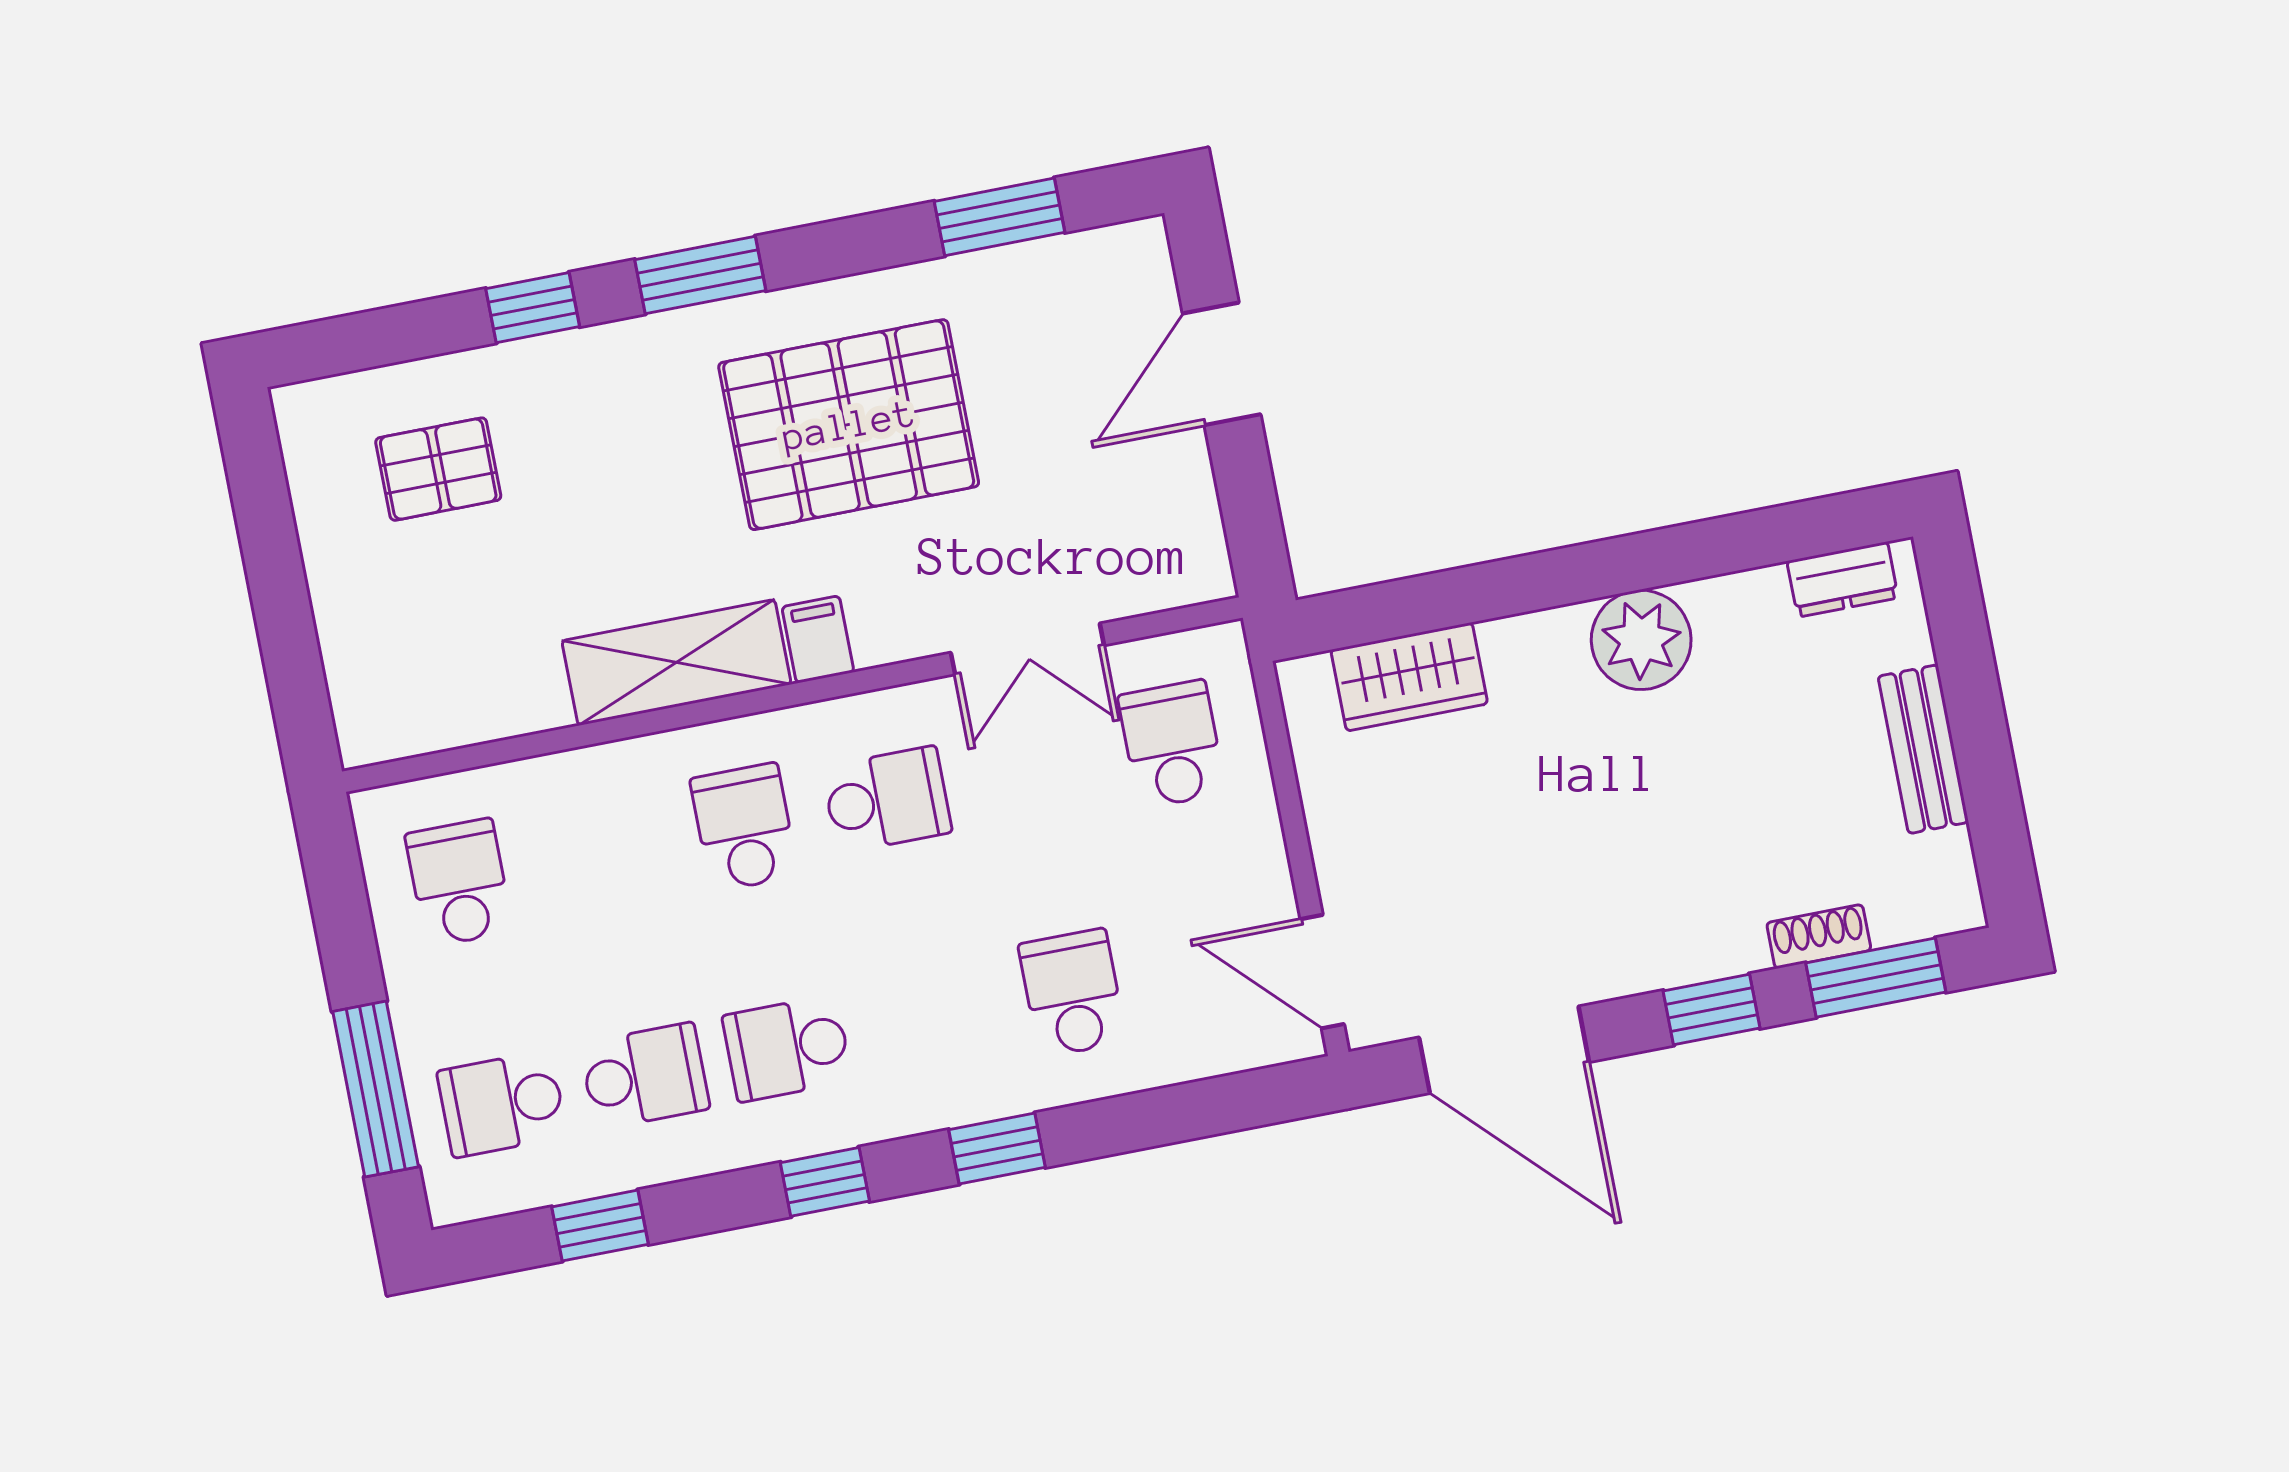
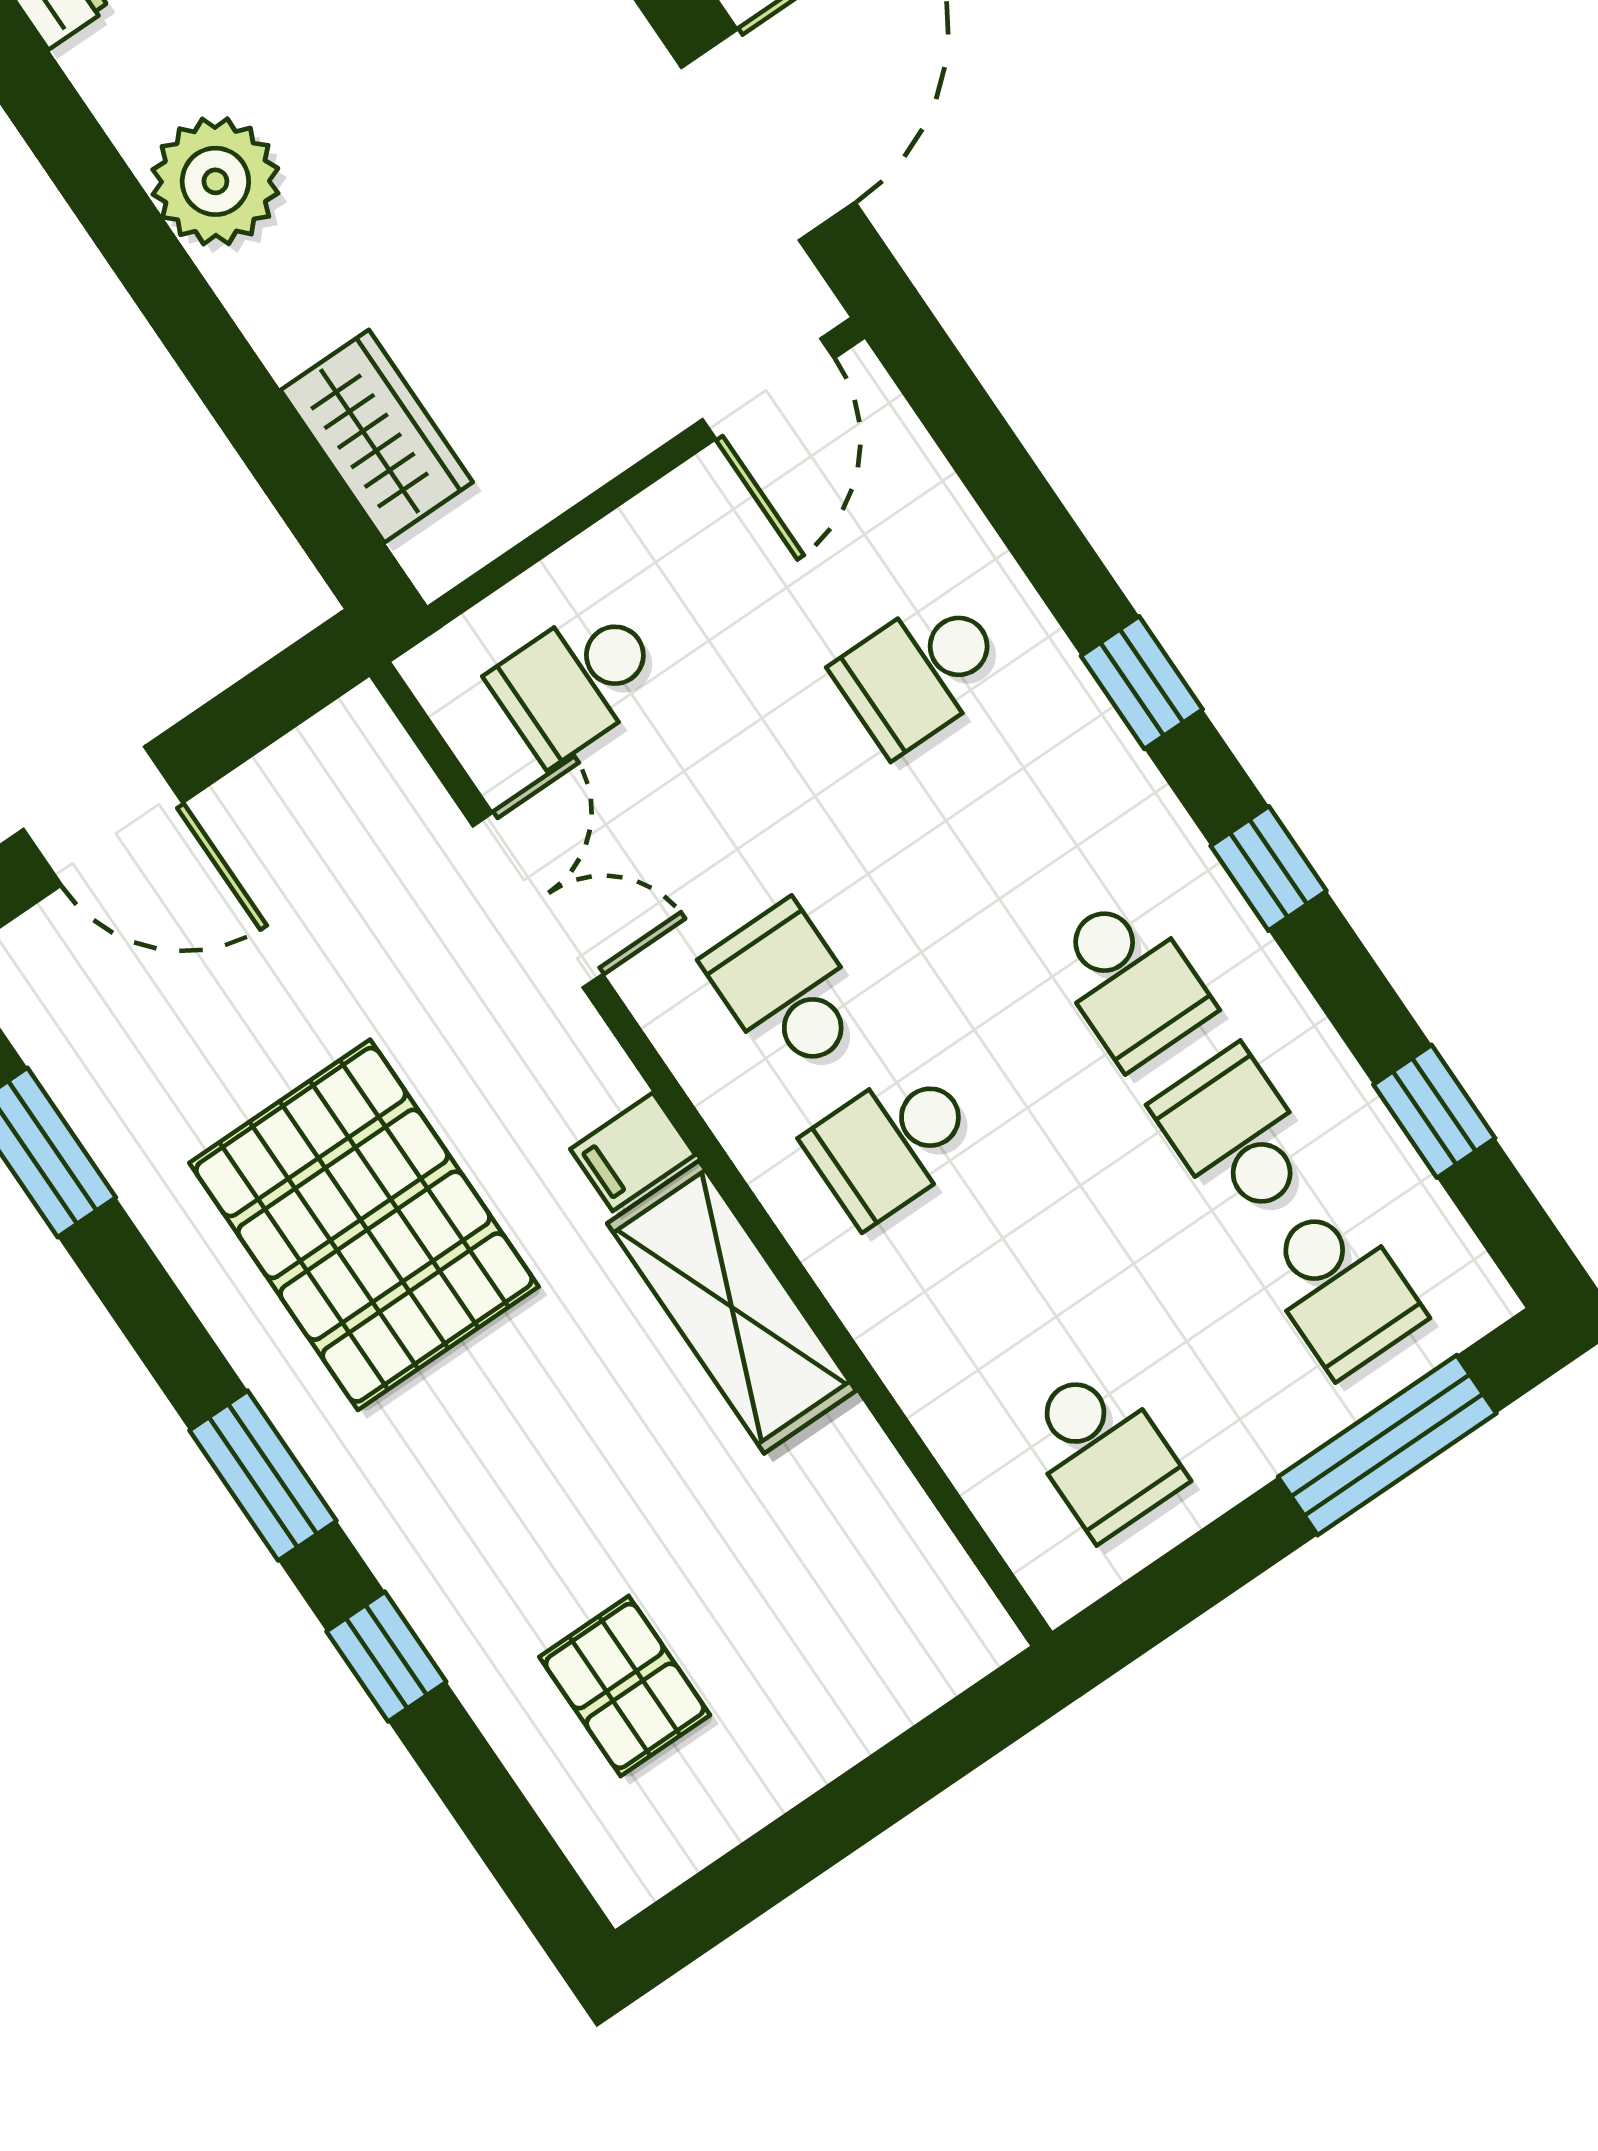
school desk: (459, 883) -> (1102, 1451), turned -90

